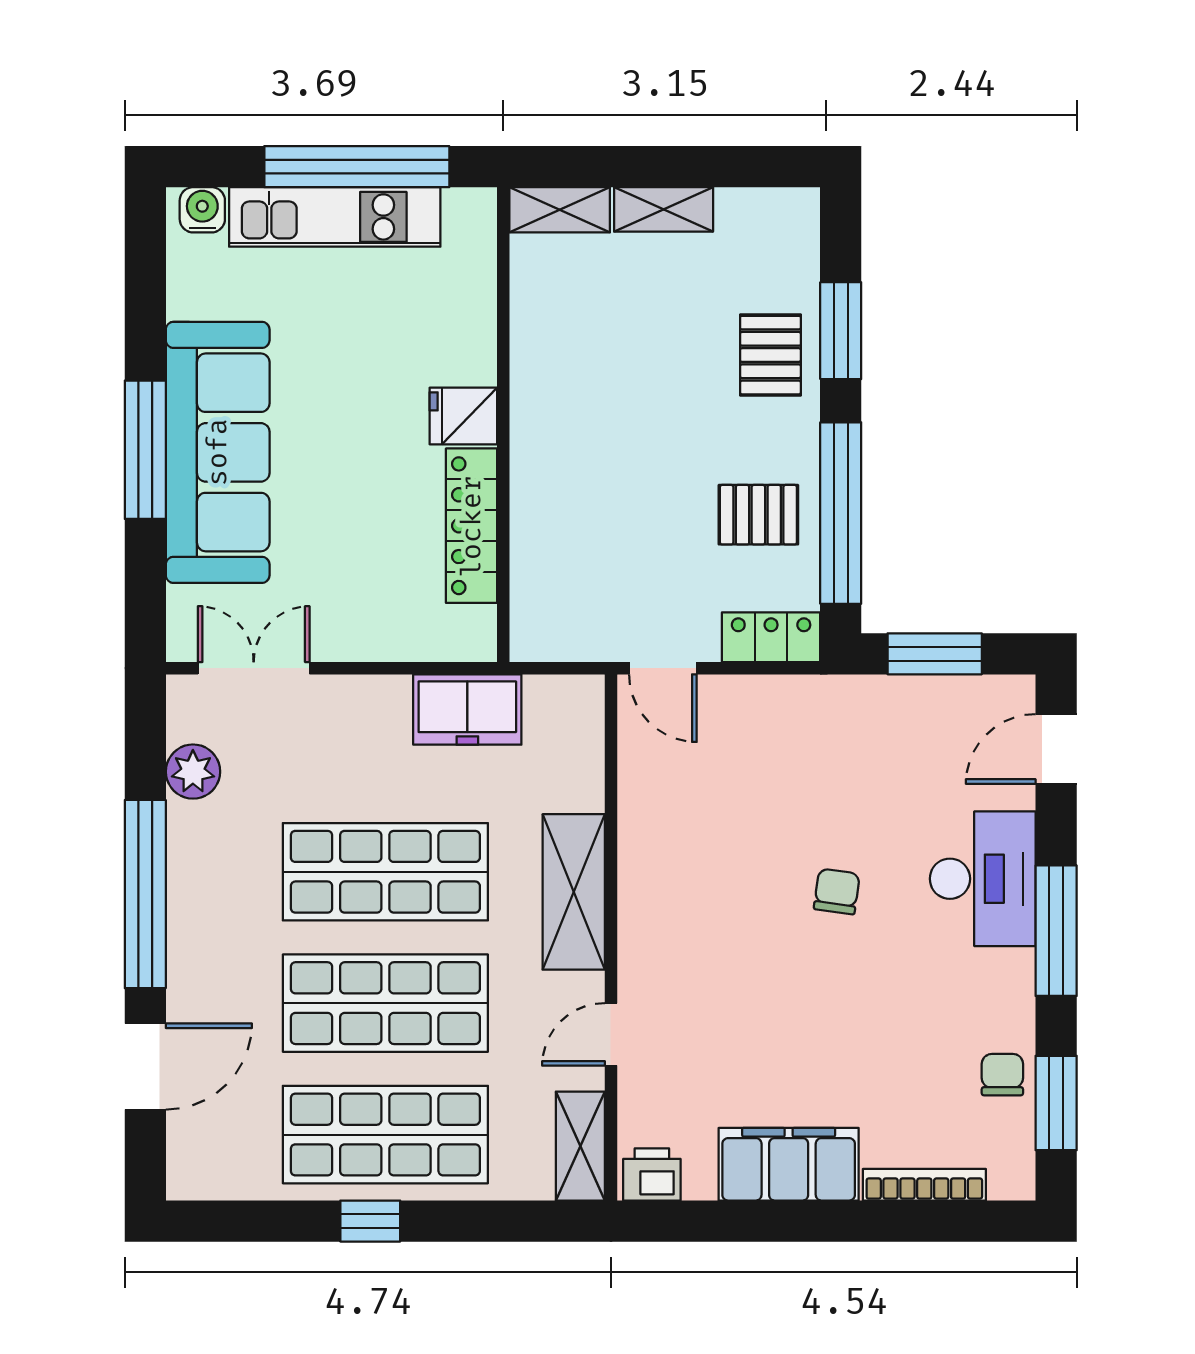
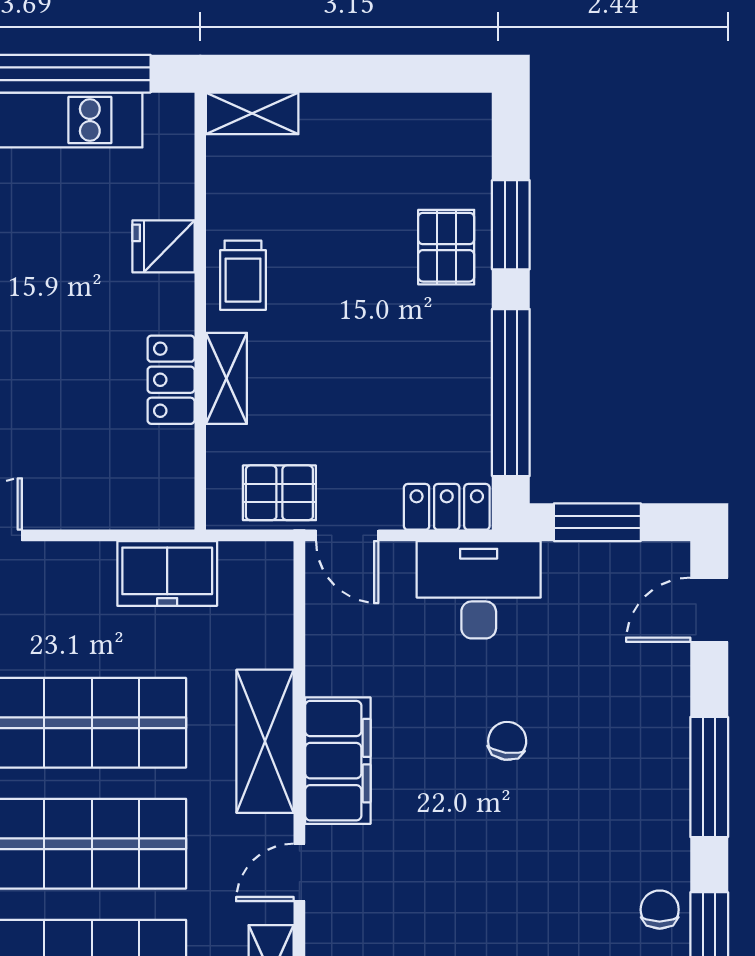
shelving: (664, 209) -> (226, 378), moved, turned 90
trolley: (550, 385) -> (243, 275), added
fridge: (463, 416) -> (164, 246), moved
pallet: (758, 515) -> (279, 493), moved
locker: (472, 526) -> (171, 380), width x0.66
desk: (983, 879) -> (479, 590), moved, turned -90
filing cabinet: (653, 913) -> (338, 761), added

